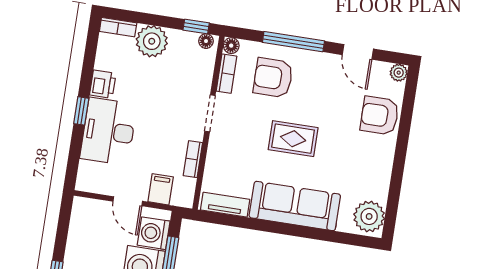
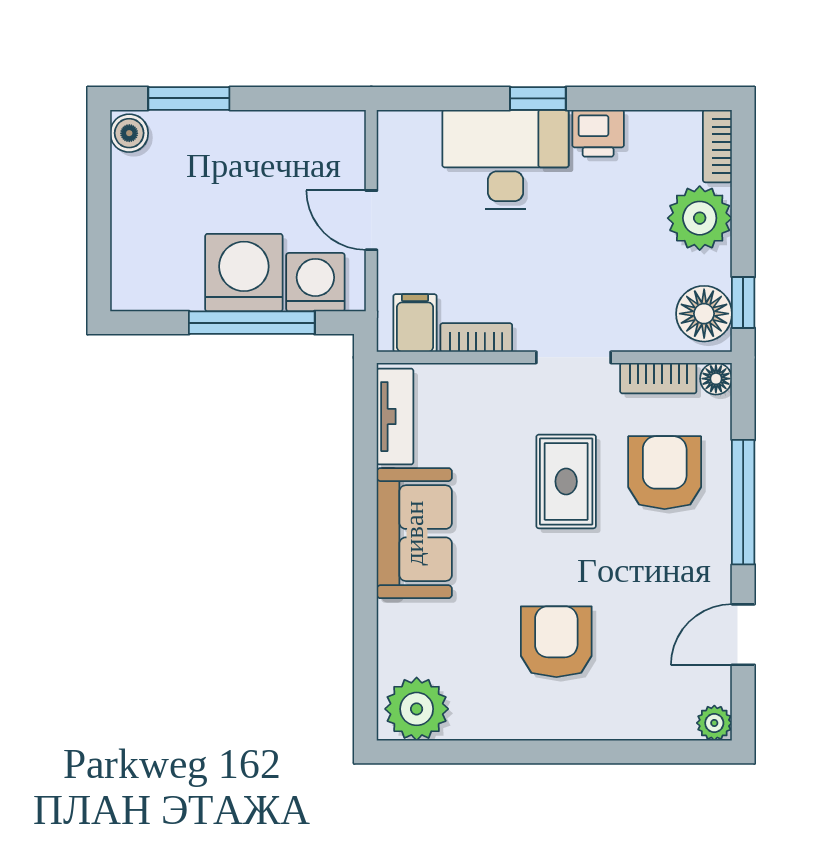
floor lamp: (206, 41) -> (704, 314), width x1.89, depth x1.89
armchair: (380, 116) -> (556, 642), moved
rug: (293, 139) -> (566, 481), moved
filing cabinet: (161, 189) -> (415, 323), moved, turned -90
door: (128, 201) -> (371, 220), hinge flipped
sofa: (295, 206) -> (414, 533), width x0.73

